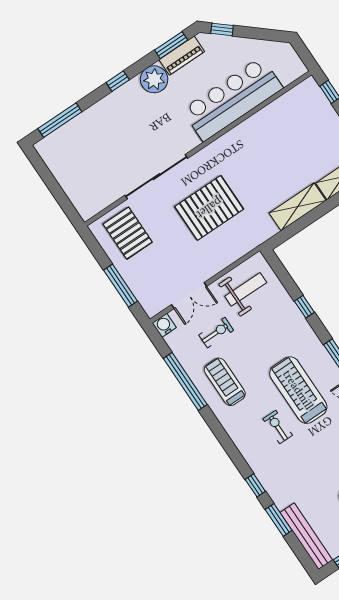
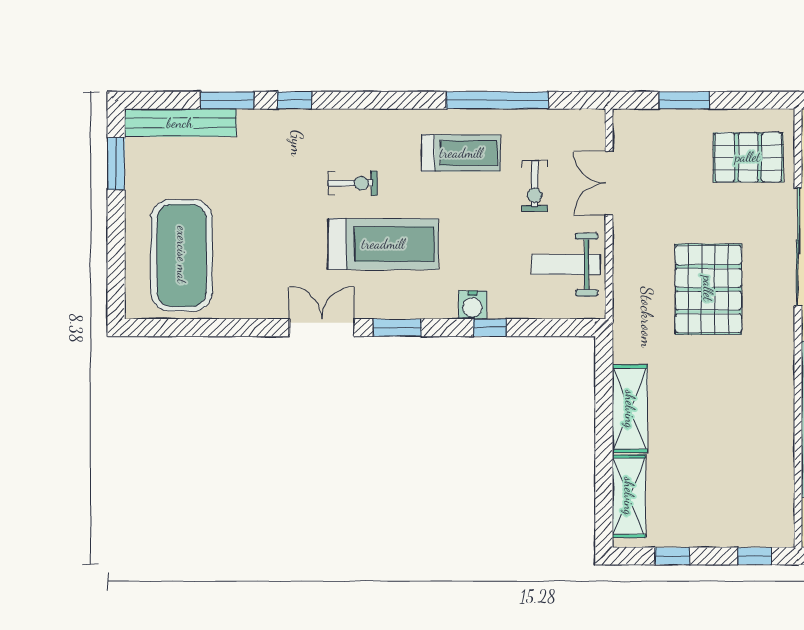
window: (121, 286) -> (684, 100), width x0.69
weight bench: (246, 289) -> (566, 265), turned 90
water cooler: (164, 325) -> (472, 305), moved, turned 90

